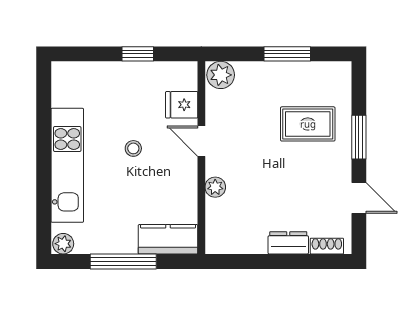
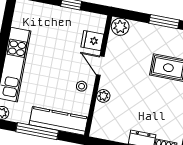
stool: (133, 148) -> (82, 86), moved
kitchen counter: (168, 239) -> (59, 121), width x1.50

